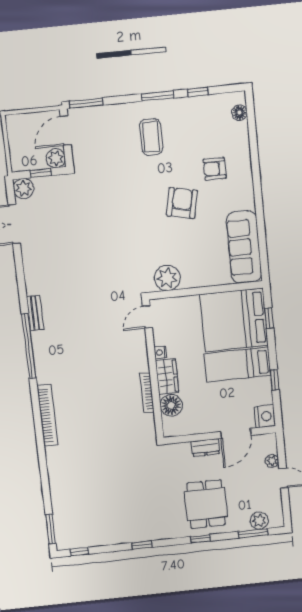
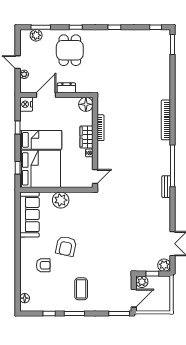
plant: (167, 278) -> (61, 200), moved
floor lamp: (171, 405) -> (86, 104), moved

